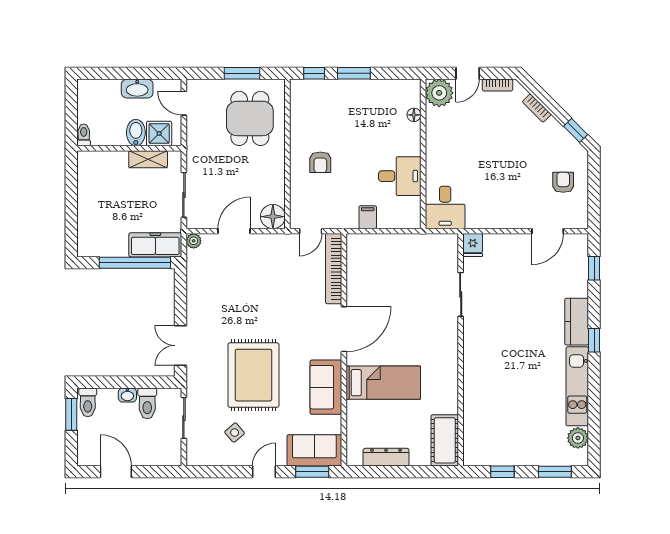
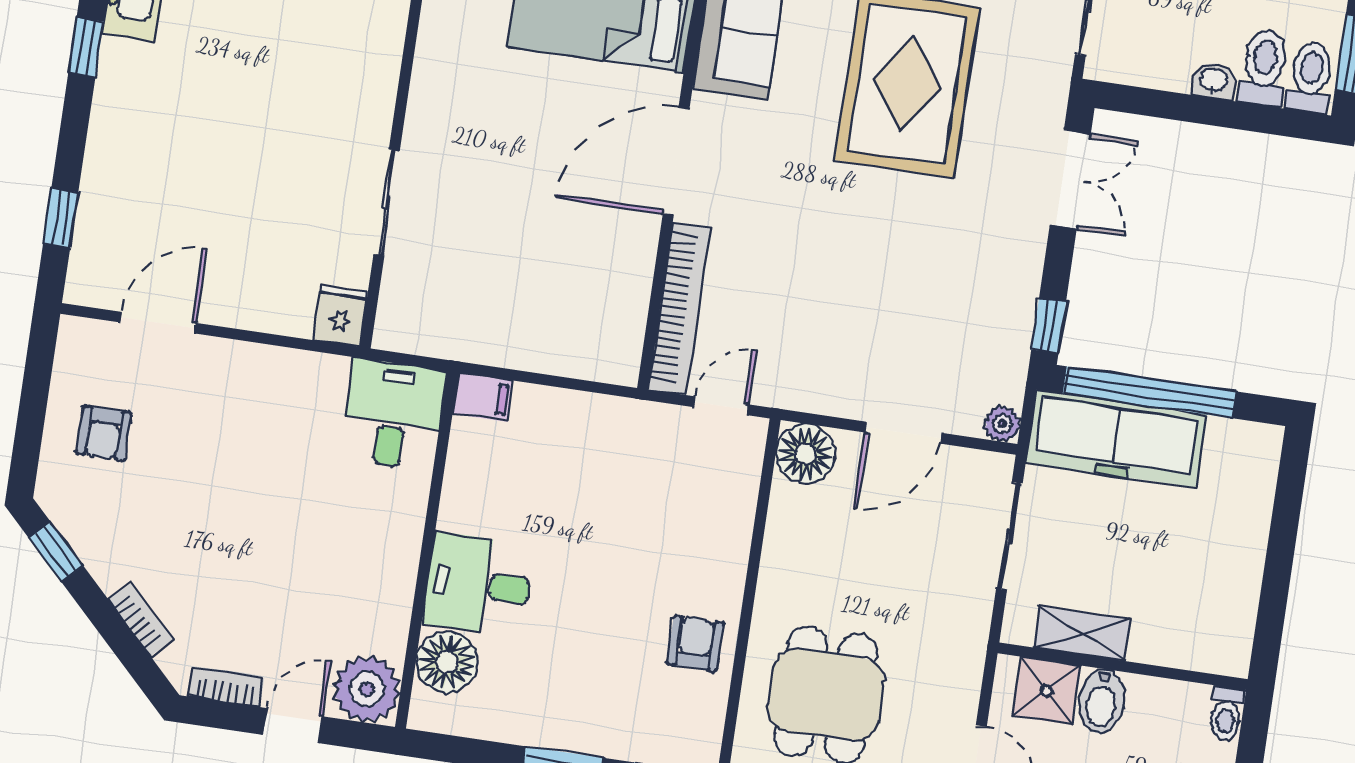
floor lamp: (414, 115) -> (447, 662), width x1.89, depth x1.89
armchair: (320, 162) -> (695, 643), moved
desk: (400, 176) -> (478, 585), moved
filing cabinet: (368, 217) -> (483, 397), moved, turned -90
freezer: (155, 245) -> (1116, 439), width x1.36, depth x1.26
window: (180, 284) -> (1049, 326), added
kitchen counter: (577, 322) -> (121, 97), removed
toilet: (147, 403) -> (1264, 68), moved

